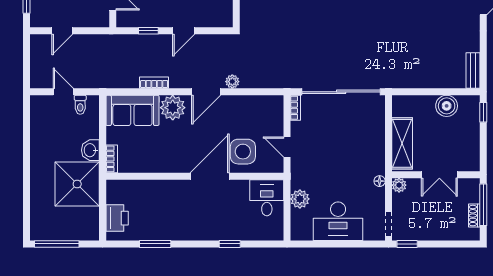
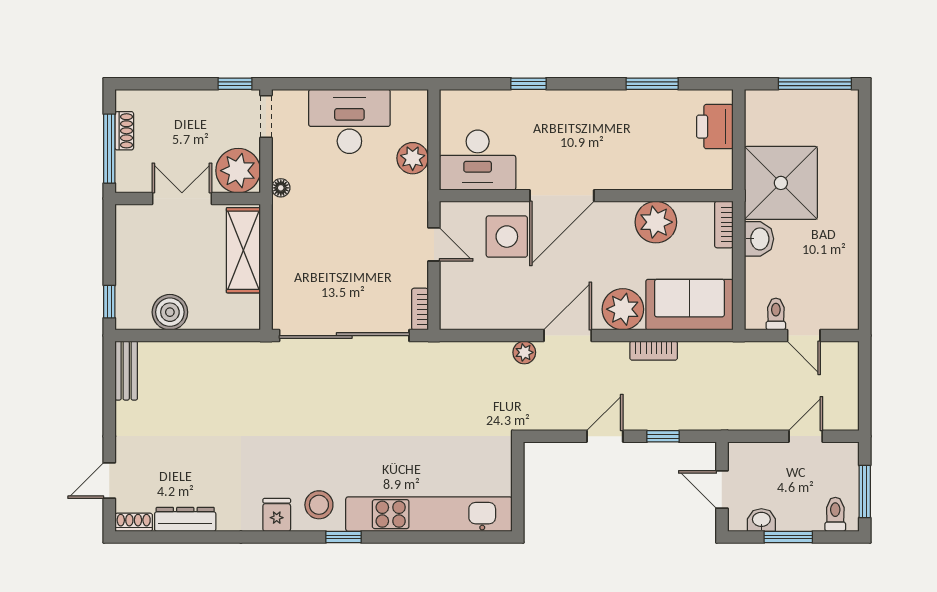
plant: (153, 160) -> (656, 222), added
plant: (399, 185) -> (238, 171), width x1.87, depth x1.87
desk: (267, 198) -> (478, 160), width x1.37

